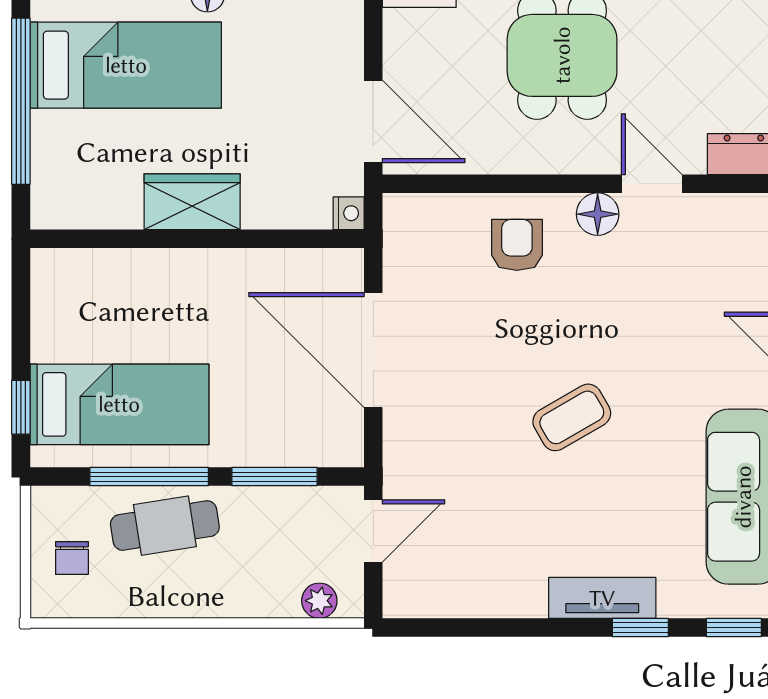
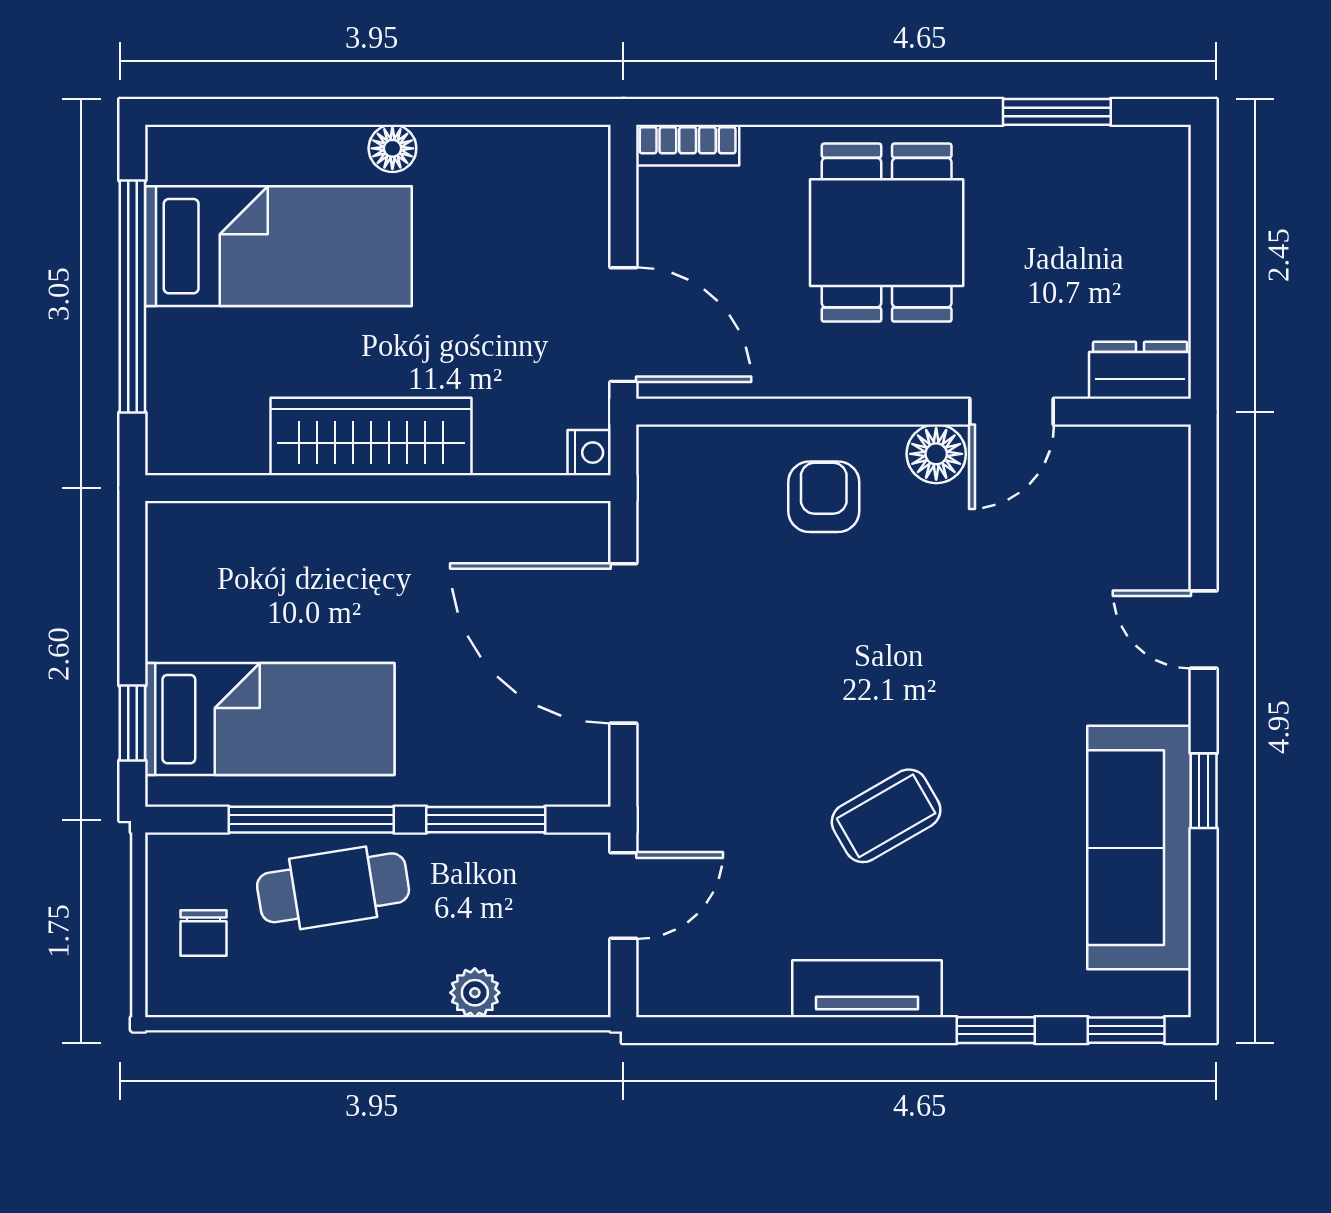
door: (652, 184) -> (1012, 412), swing flipped
wardrobe: (192, 202) -> (371, 436), width x1.50
coffee table: (572, 417) -> (886, 816), moved
tv unit: (602, 598) -> (867, 989), moved
plant: (319, 601) -> (475, 993), moved

